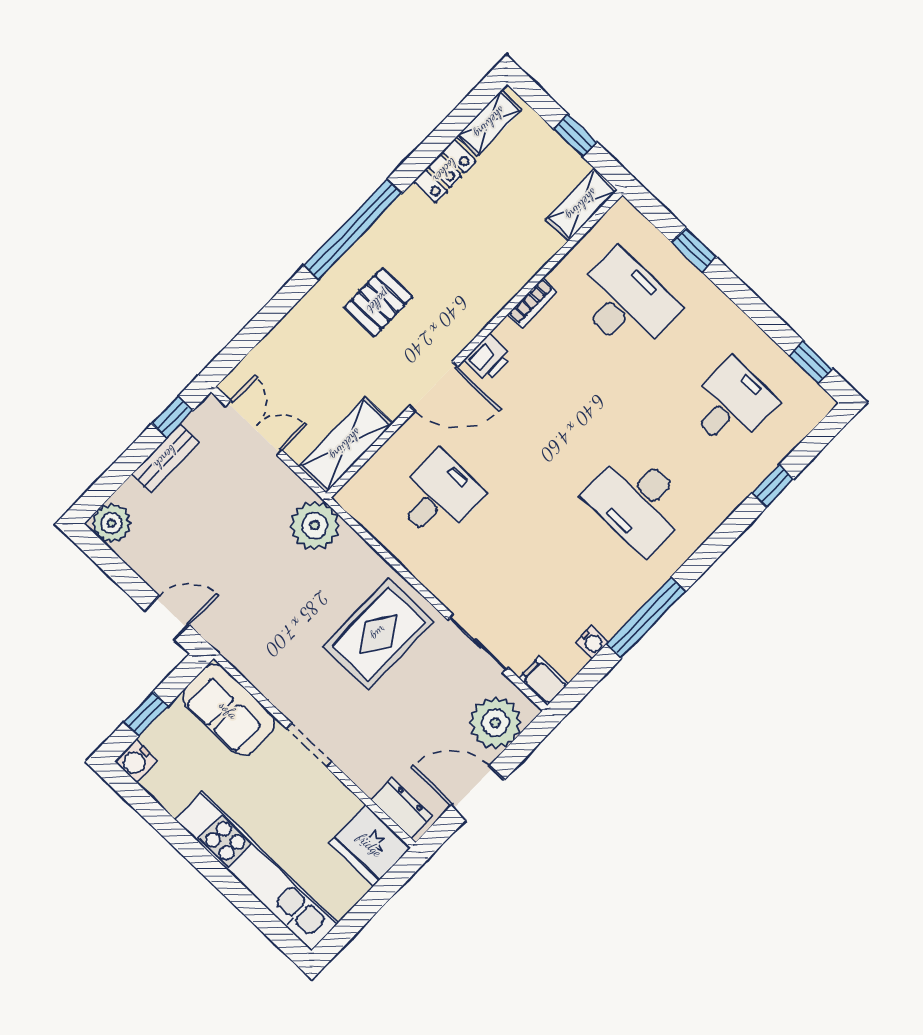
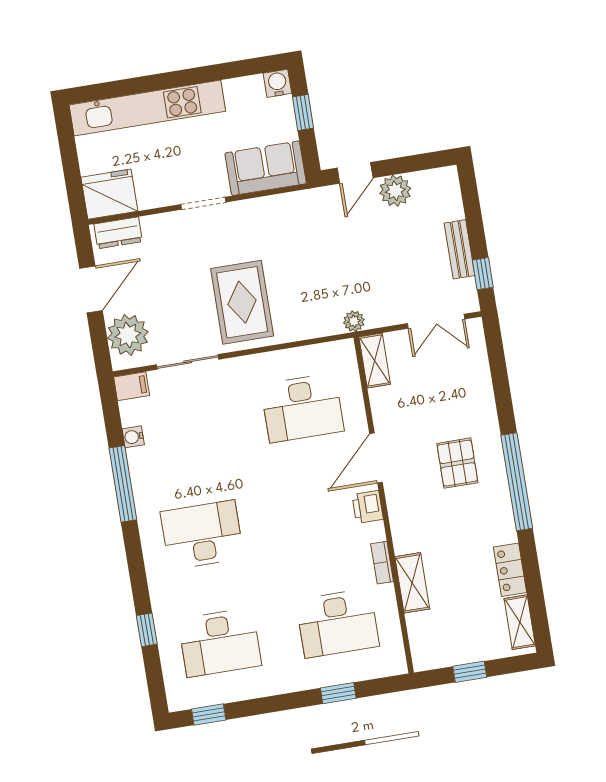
shelving: (582, 205) -> (412, 583), moved
desk: (731, 404) -> (220, 642), width x1.37
shelving: (346, 445) -> (375, 360), width x0.67, depth x0.75
desk: (438, 496) -> (302, 408), width x1.37
plant: (111, 523) -> (395, 191), moved
plant: (315, 526) -> (354, 321), width x0.53, depth x0.53

